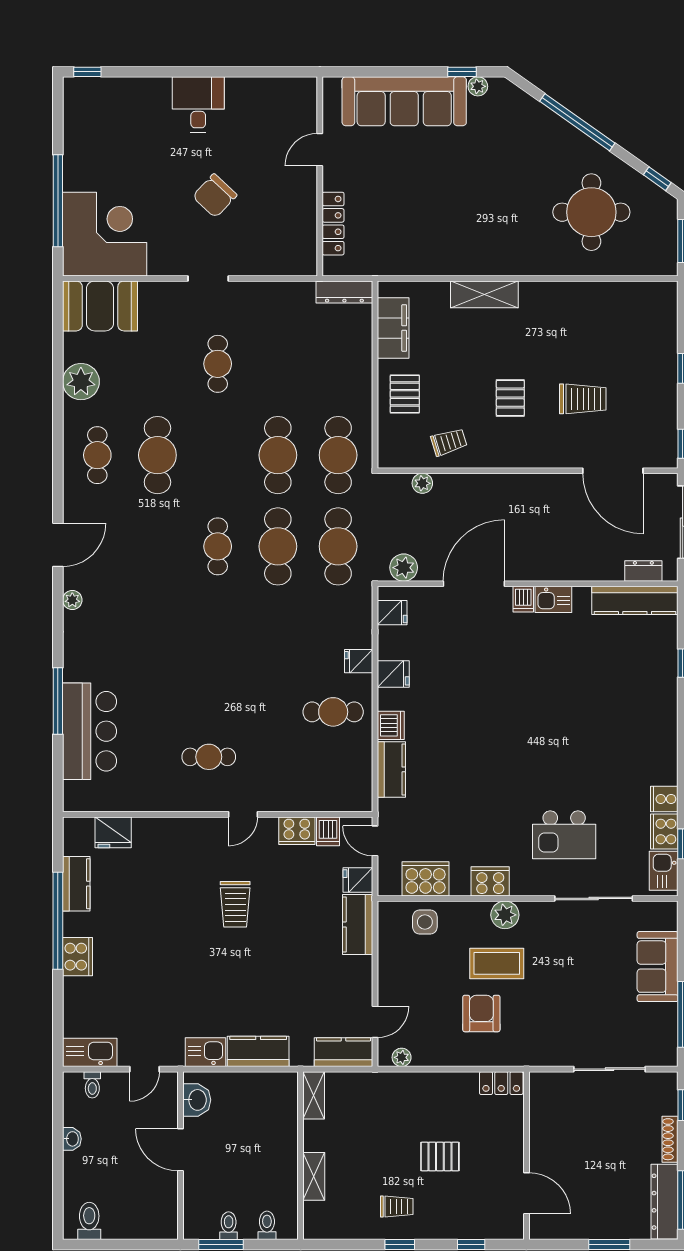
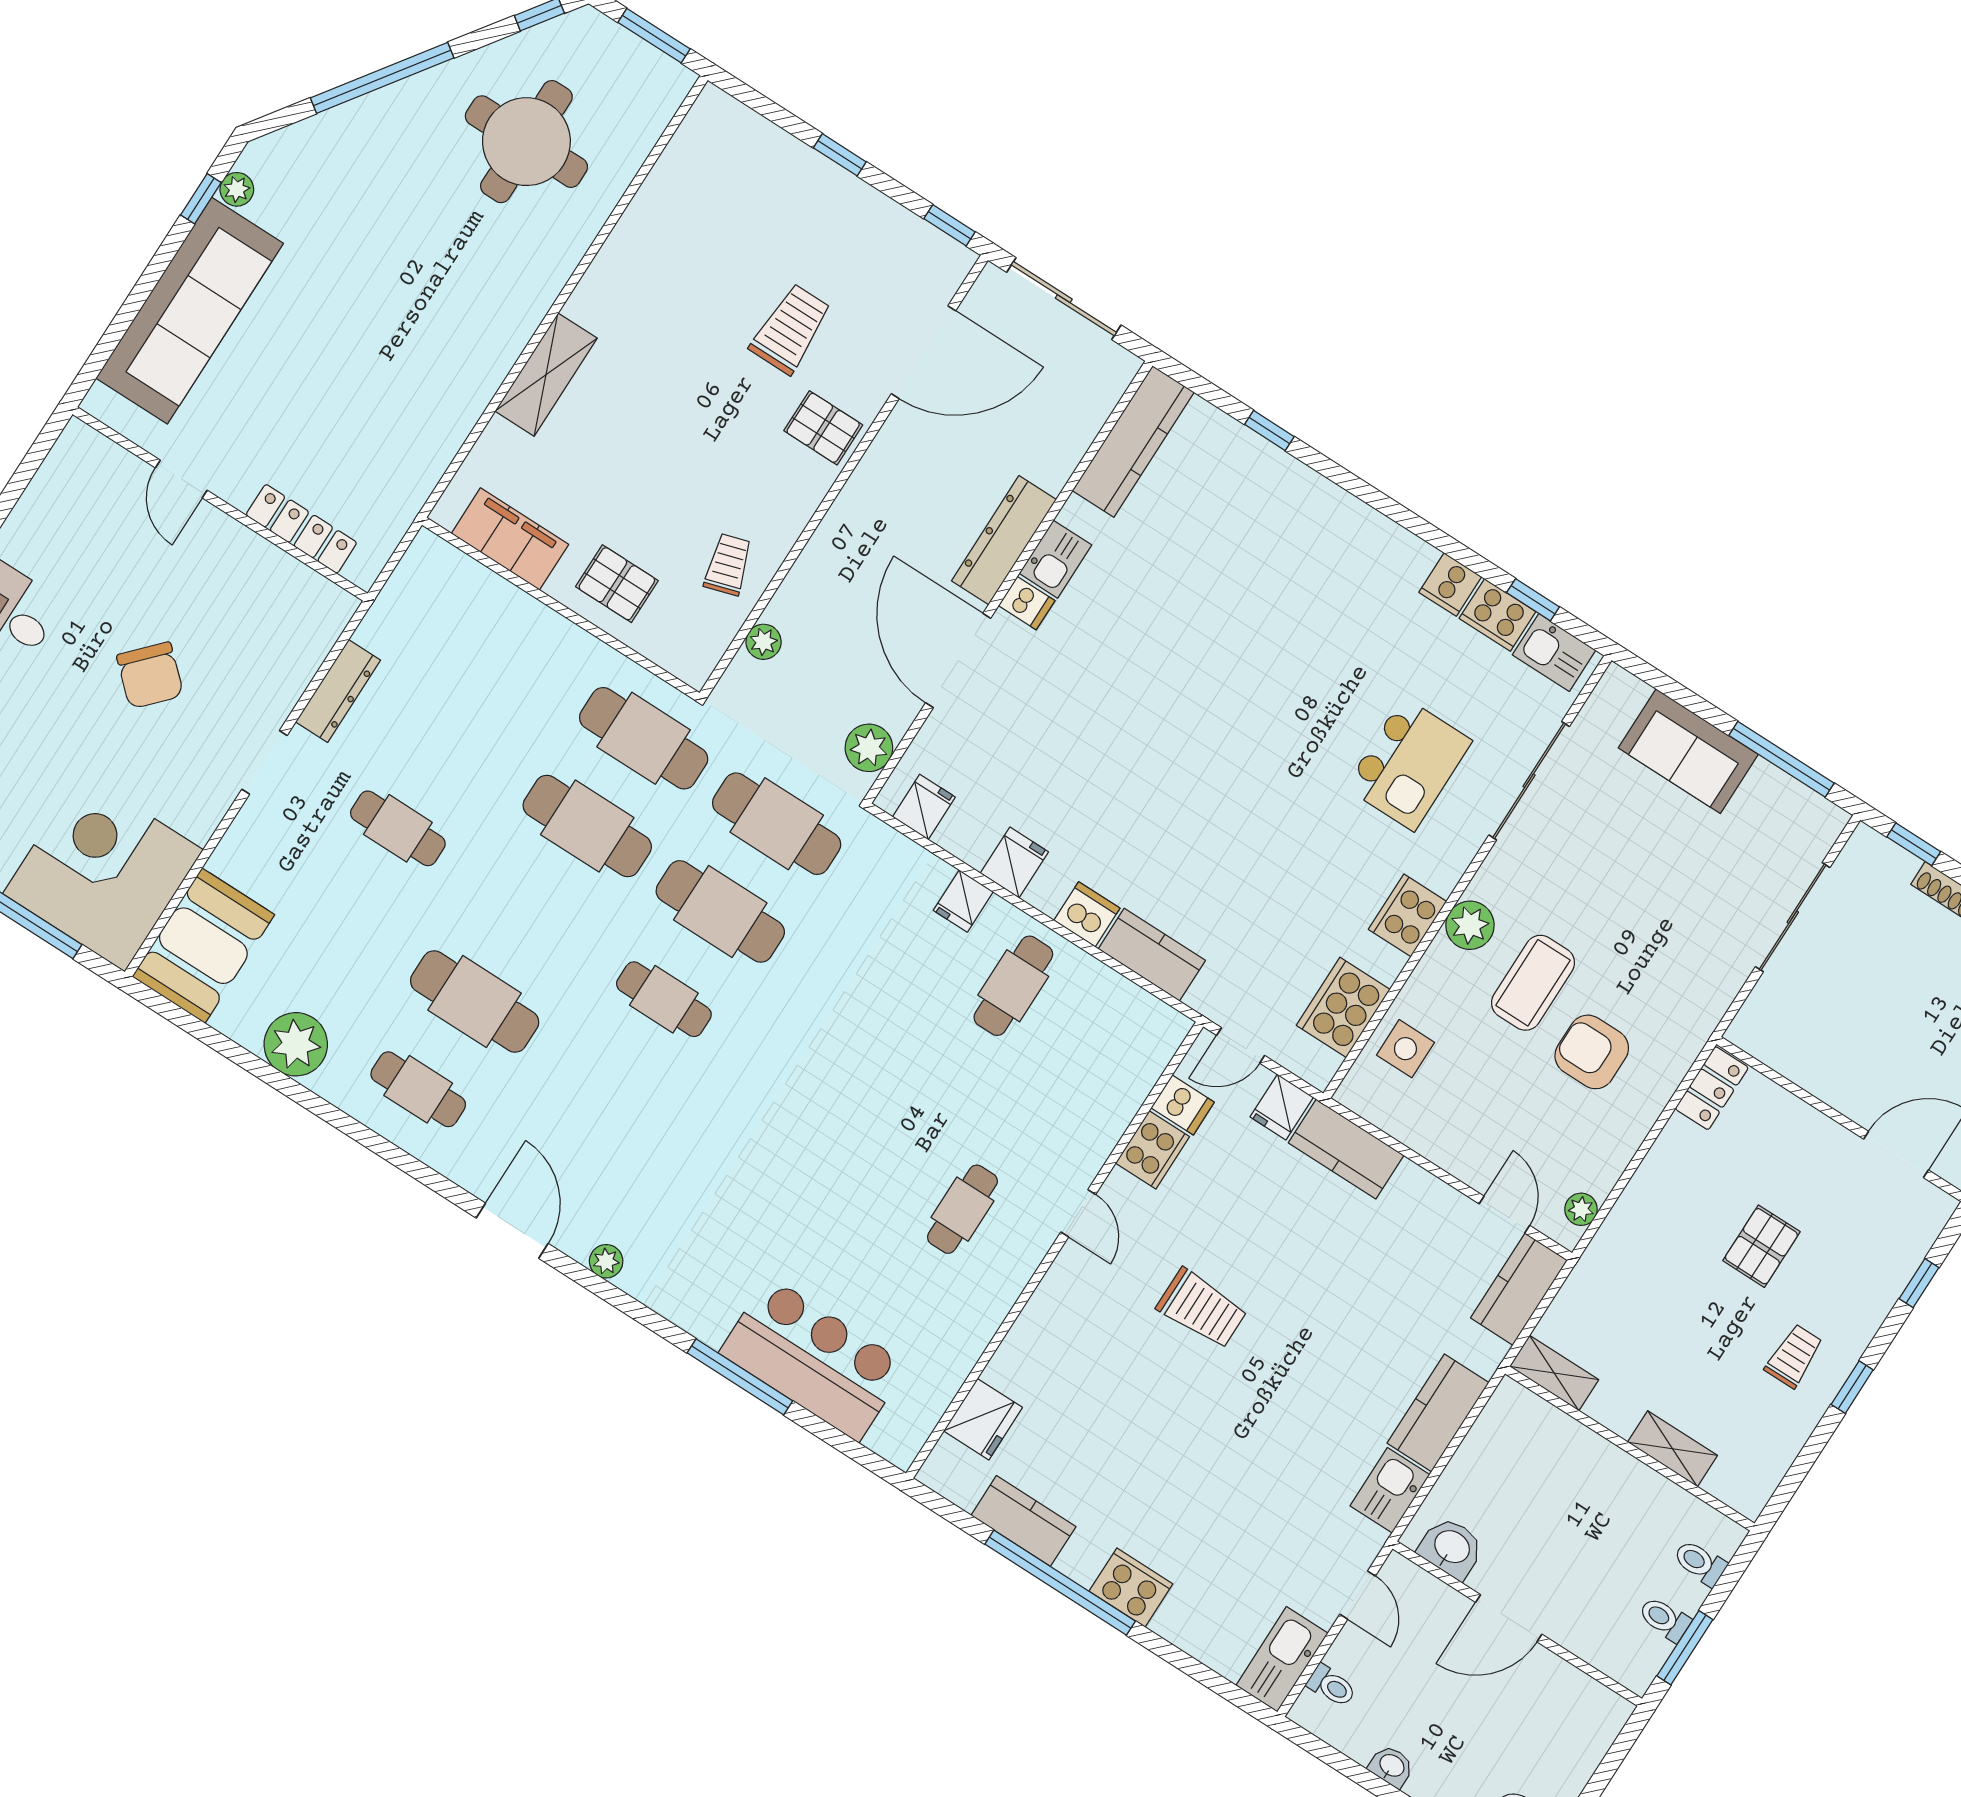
dresser: (344, 292) -> (338, 691), moved
pallet: (510, 398) -> (823, 428), moved
dresser: (643, 571) -> (1004, 540), moved, width x1.96, depth x1.24

